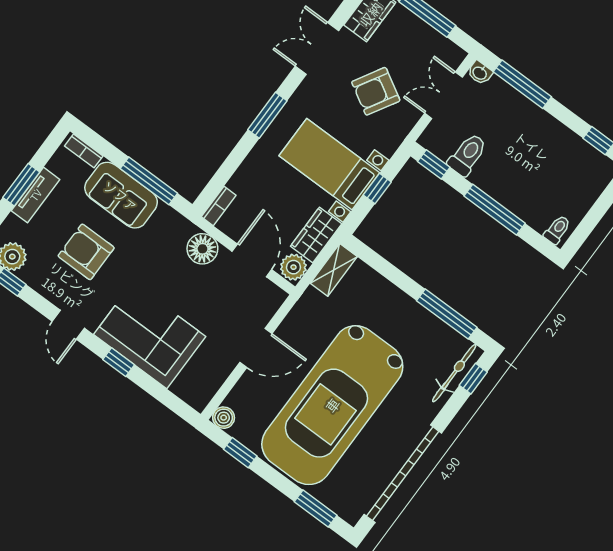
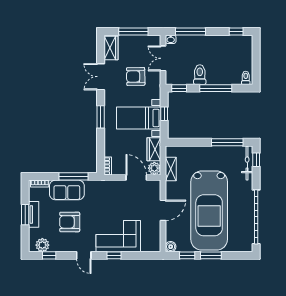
armchair: (376, 91) -> (136, 76), turned 59
toilet: (467, 155) -> (200, 75), moved
floor lamp: (202, 249) -> (114, 187), removed
shelving: (334, 270) -> (171, 169), moved
window: (316, 509) -> (211, 255), moved

